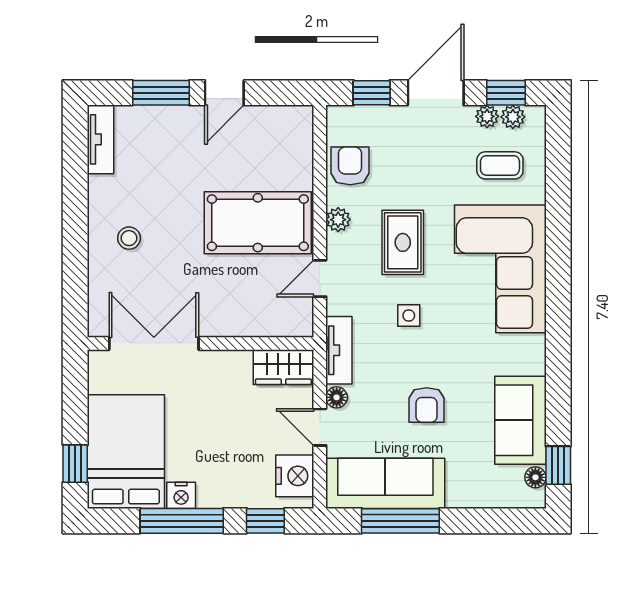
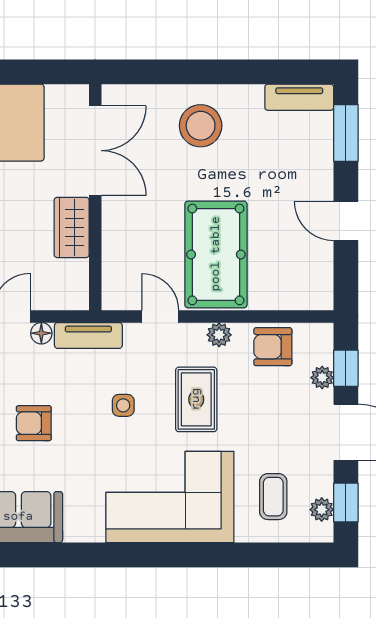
window: (161, 93) -> (346, 133), moved
plant: (487, 116) -> (322, 378), moved
armchair: (350, 166) -> (273, 347), turned 180
stool: (129, 238) -> (201, 126), width x1.89, depth x1.89
rug: (403, 242) -> (196, 399), turned 90
wardrobe: (283, 367) -> (72, 227), moved

